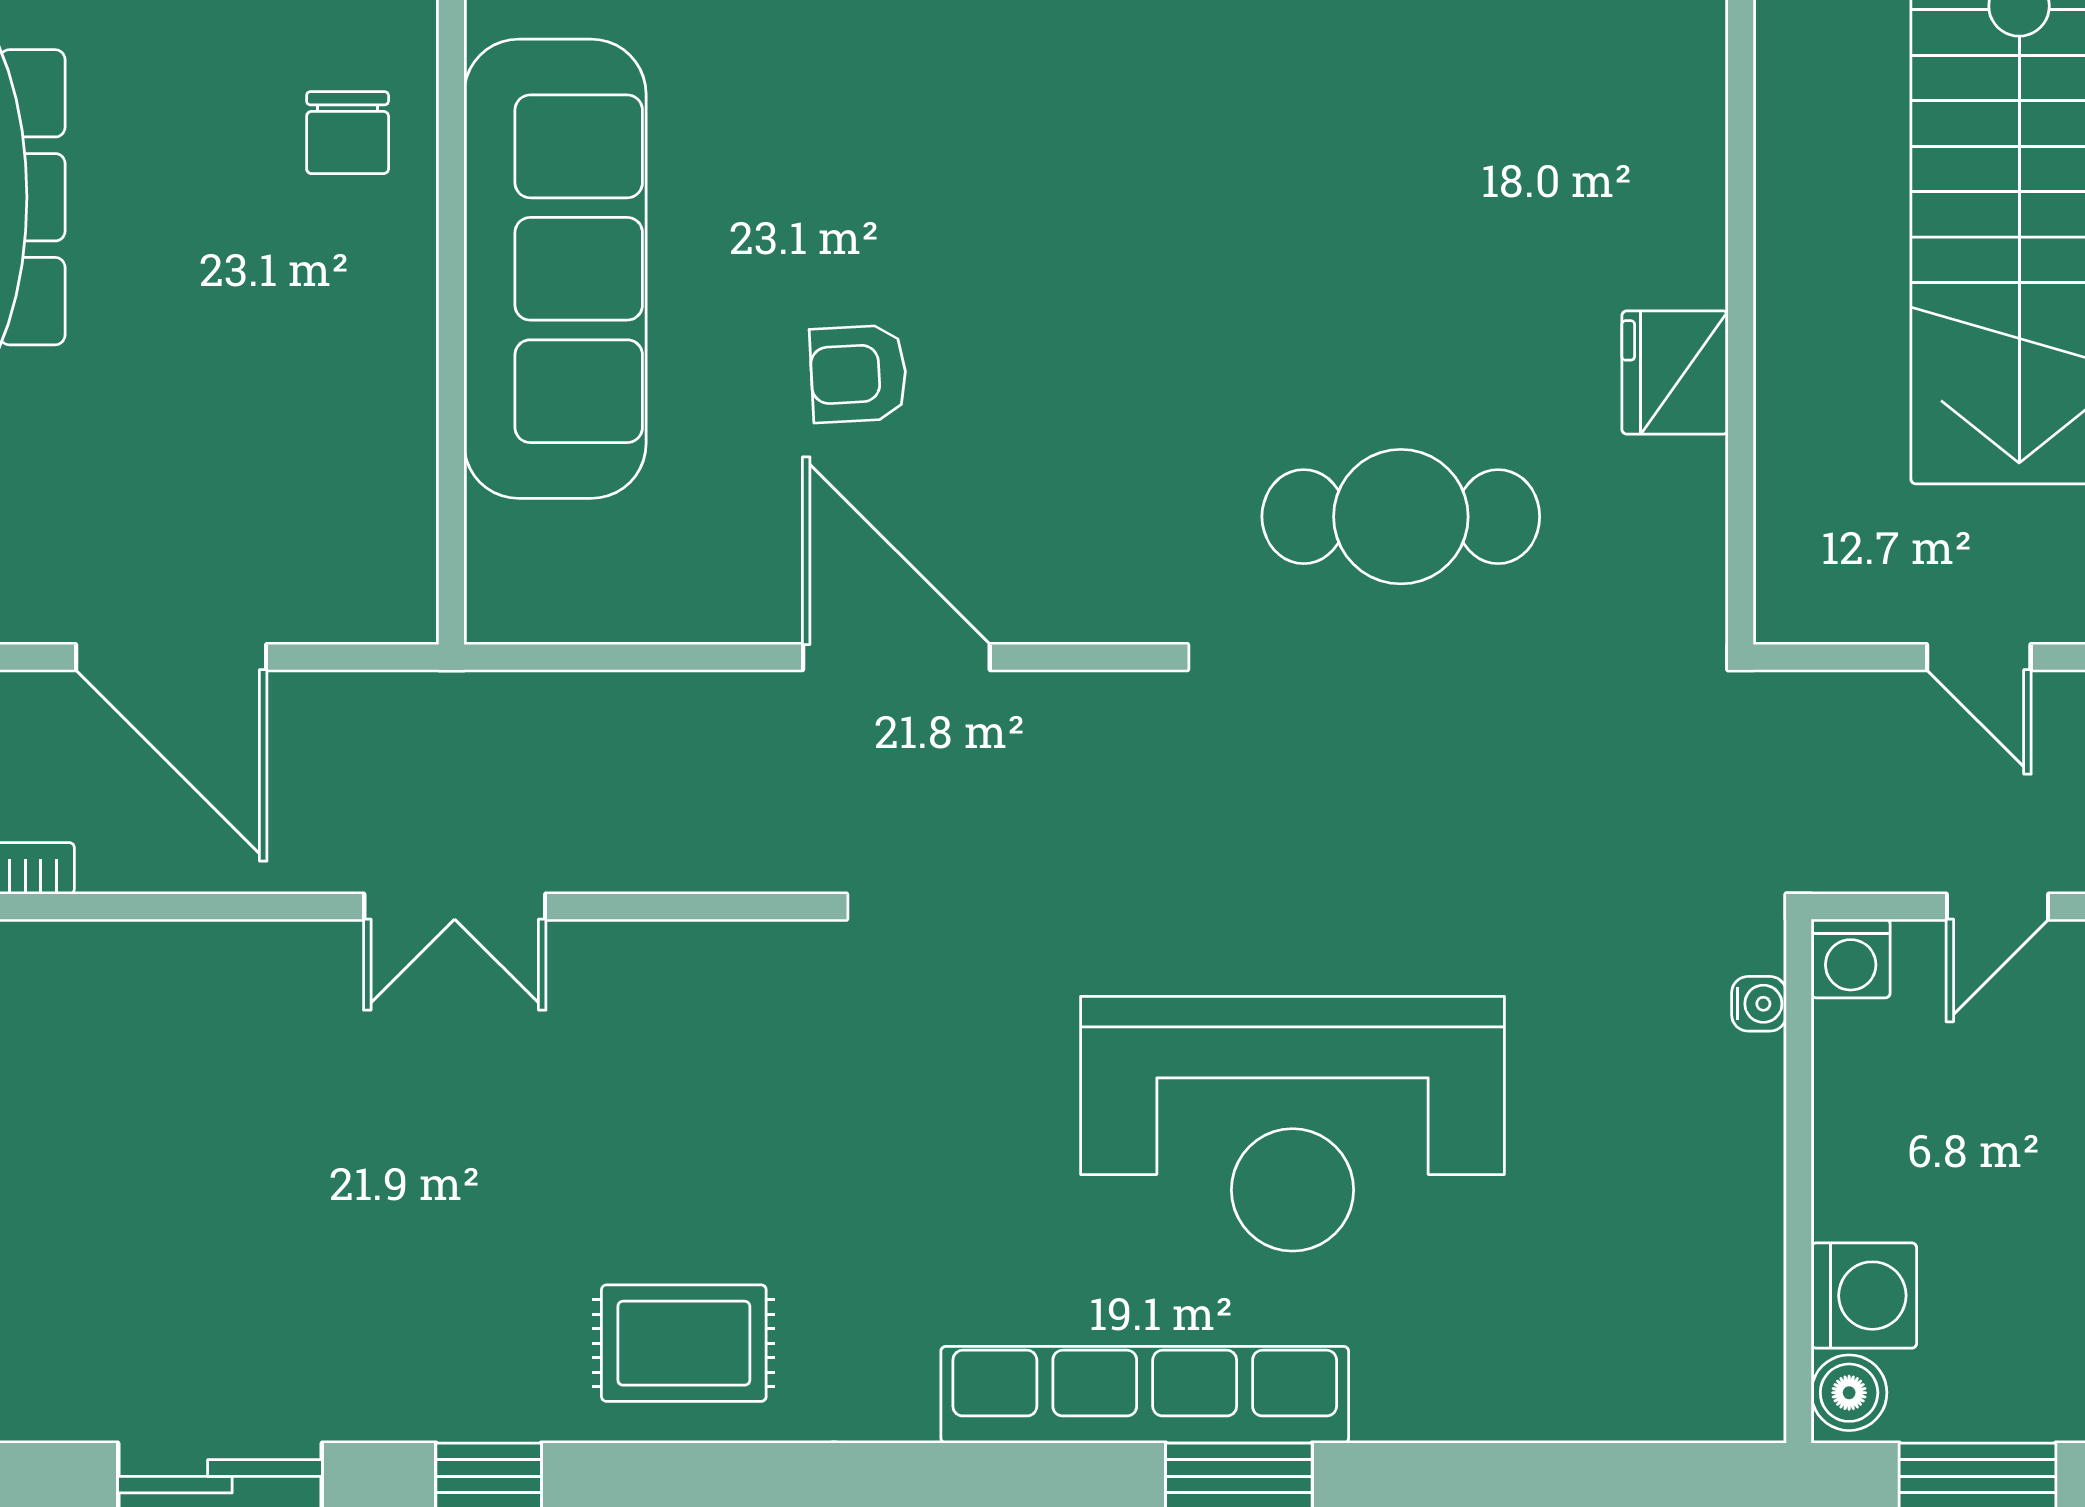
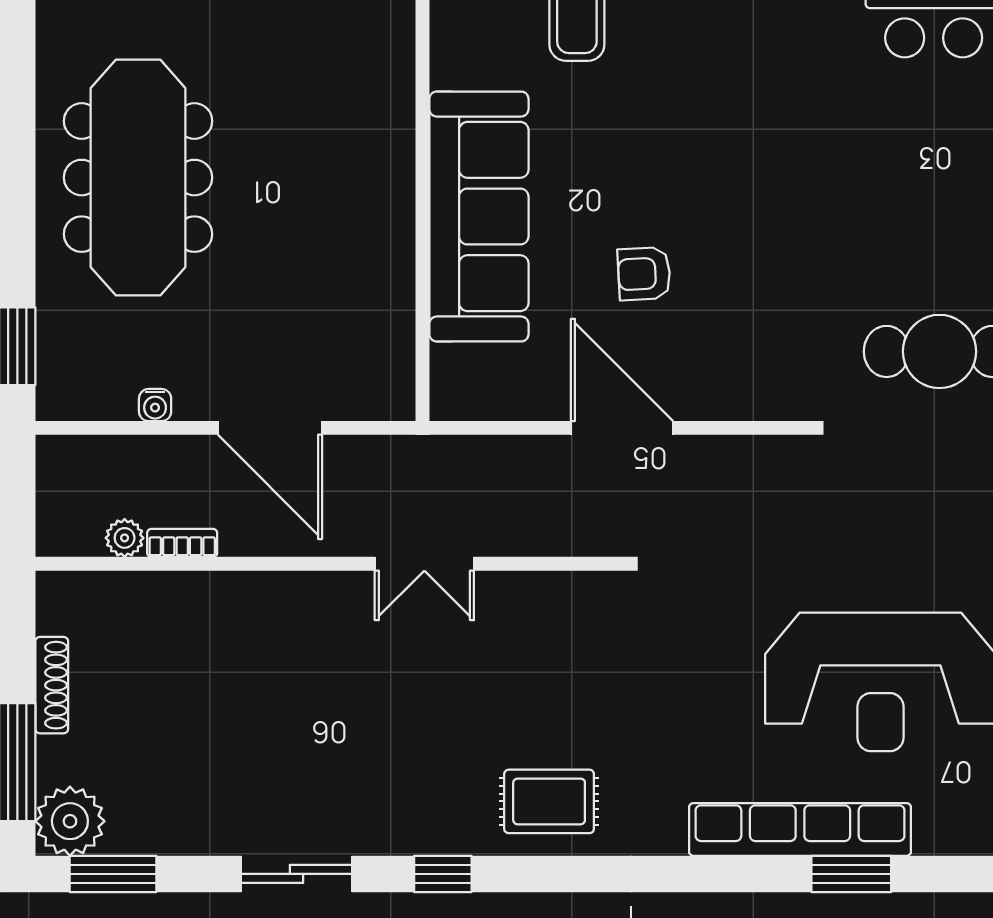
chair: (348, 133) -> (366, 142), removed
door: (896, 657) -> (622, 428), moved

